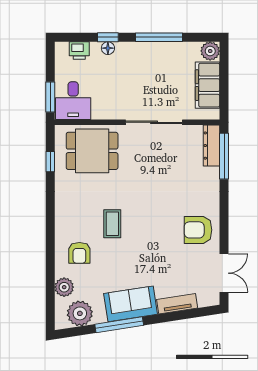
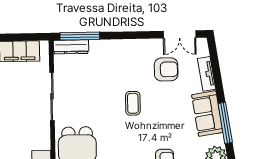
coffee table: (112, 224) -> (133, 103), moved, turned 90
armchair: (198, 230) -> (166, 69), moved, turned -90
double door: (224, 273) -> (180, 34), swing flipped

